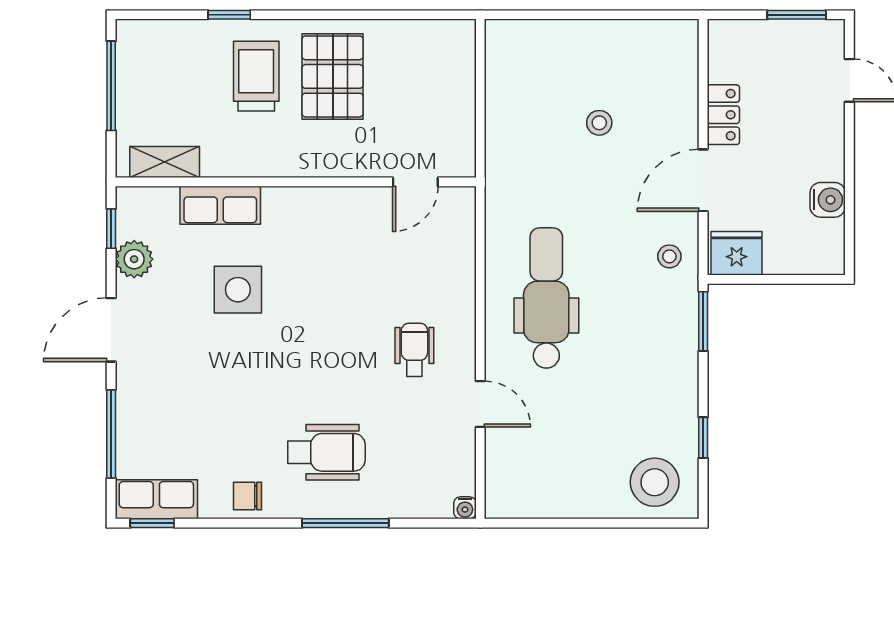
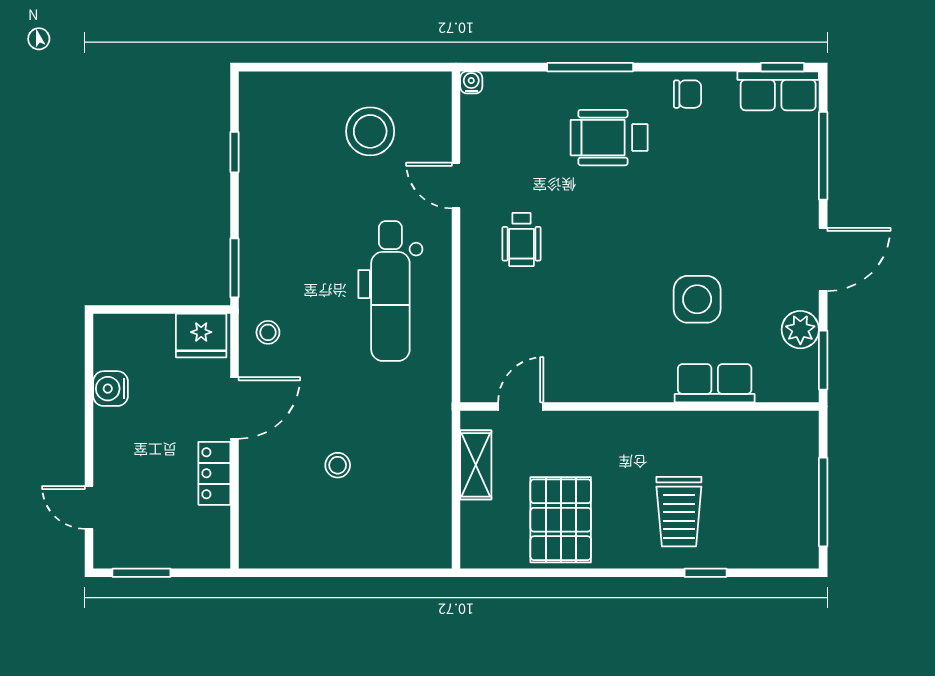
pallet: (333, 76) -> (561, 520), moved
shelving: (165, 162) -> (476, 465), moved, turned 90
window: (111, 229) -> (823, 360), width x1.50
stool: (655, 482) -> (370, 131), moved

